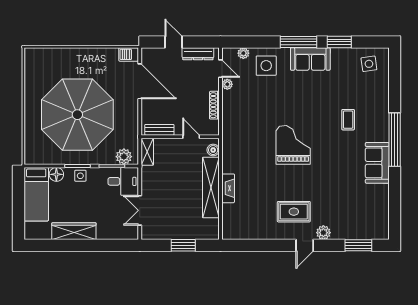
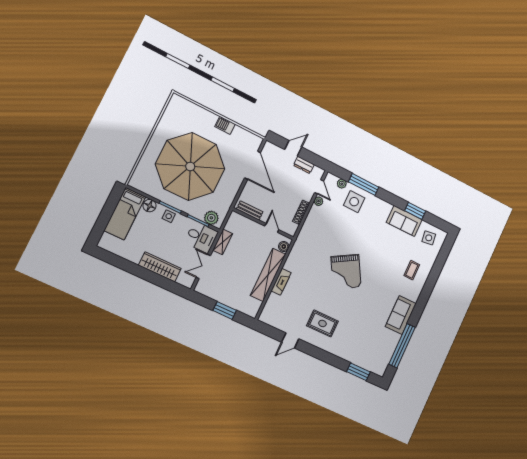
door: (173, 42) -> (293, 148), hinge flipped
window: (299, 42) -> (364, 184), moved
barbecue: (129, 54) -> (225, 125), moved
dresser: (198, 54) -> (304, 165), width x0.70
sofa: (310, 59) -> (404, 221), moved
coffee table: (348, 120) -> (412, 270), moved
window: (395, 140) -> (402, 346), moved
grand piano: (293, 145) -> (346, 272), turned 150
shelving: (147, 152) -> (223, 242), moved
wardrobe: (74, 231) -> (160, 267), moved
plant: (323, 233) -> (337, 350), removed
door: (305, 245) -> (290, 341), moved

